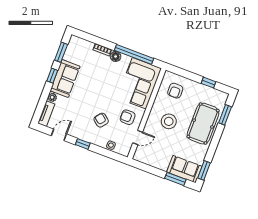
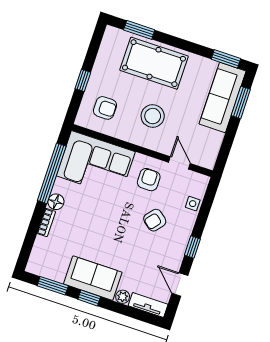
window: (209, 83) -> (83, 80), moved
armchair: (128, 117) -> (149, 180), turned 180
sofa: (184, 169) -> (222, 98), width x1.36

